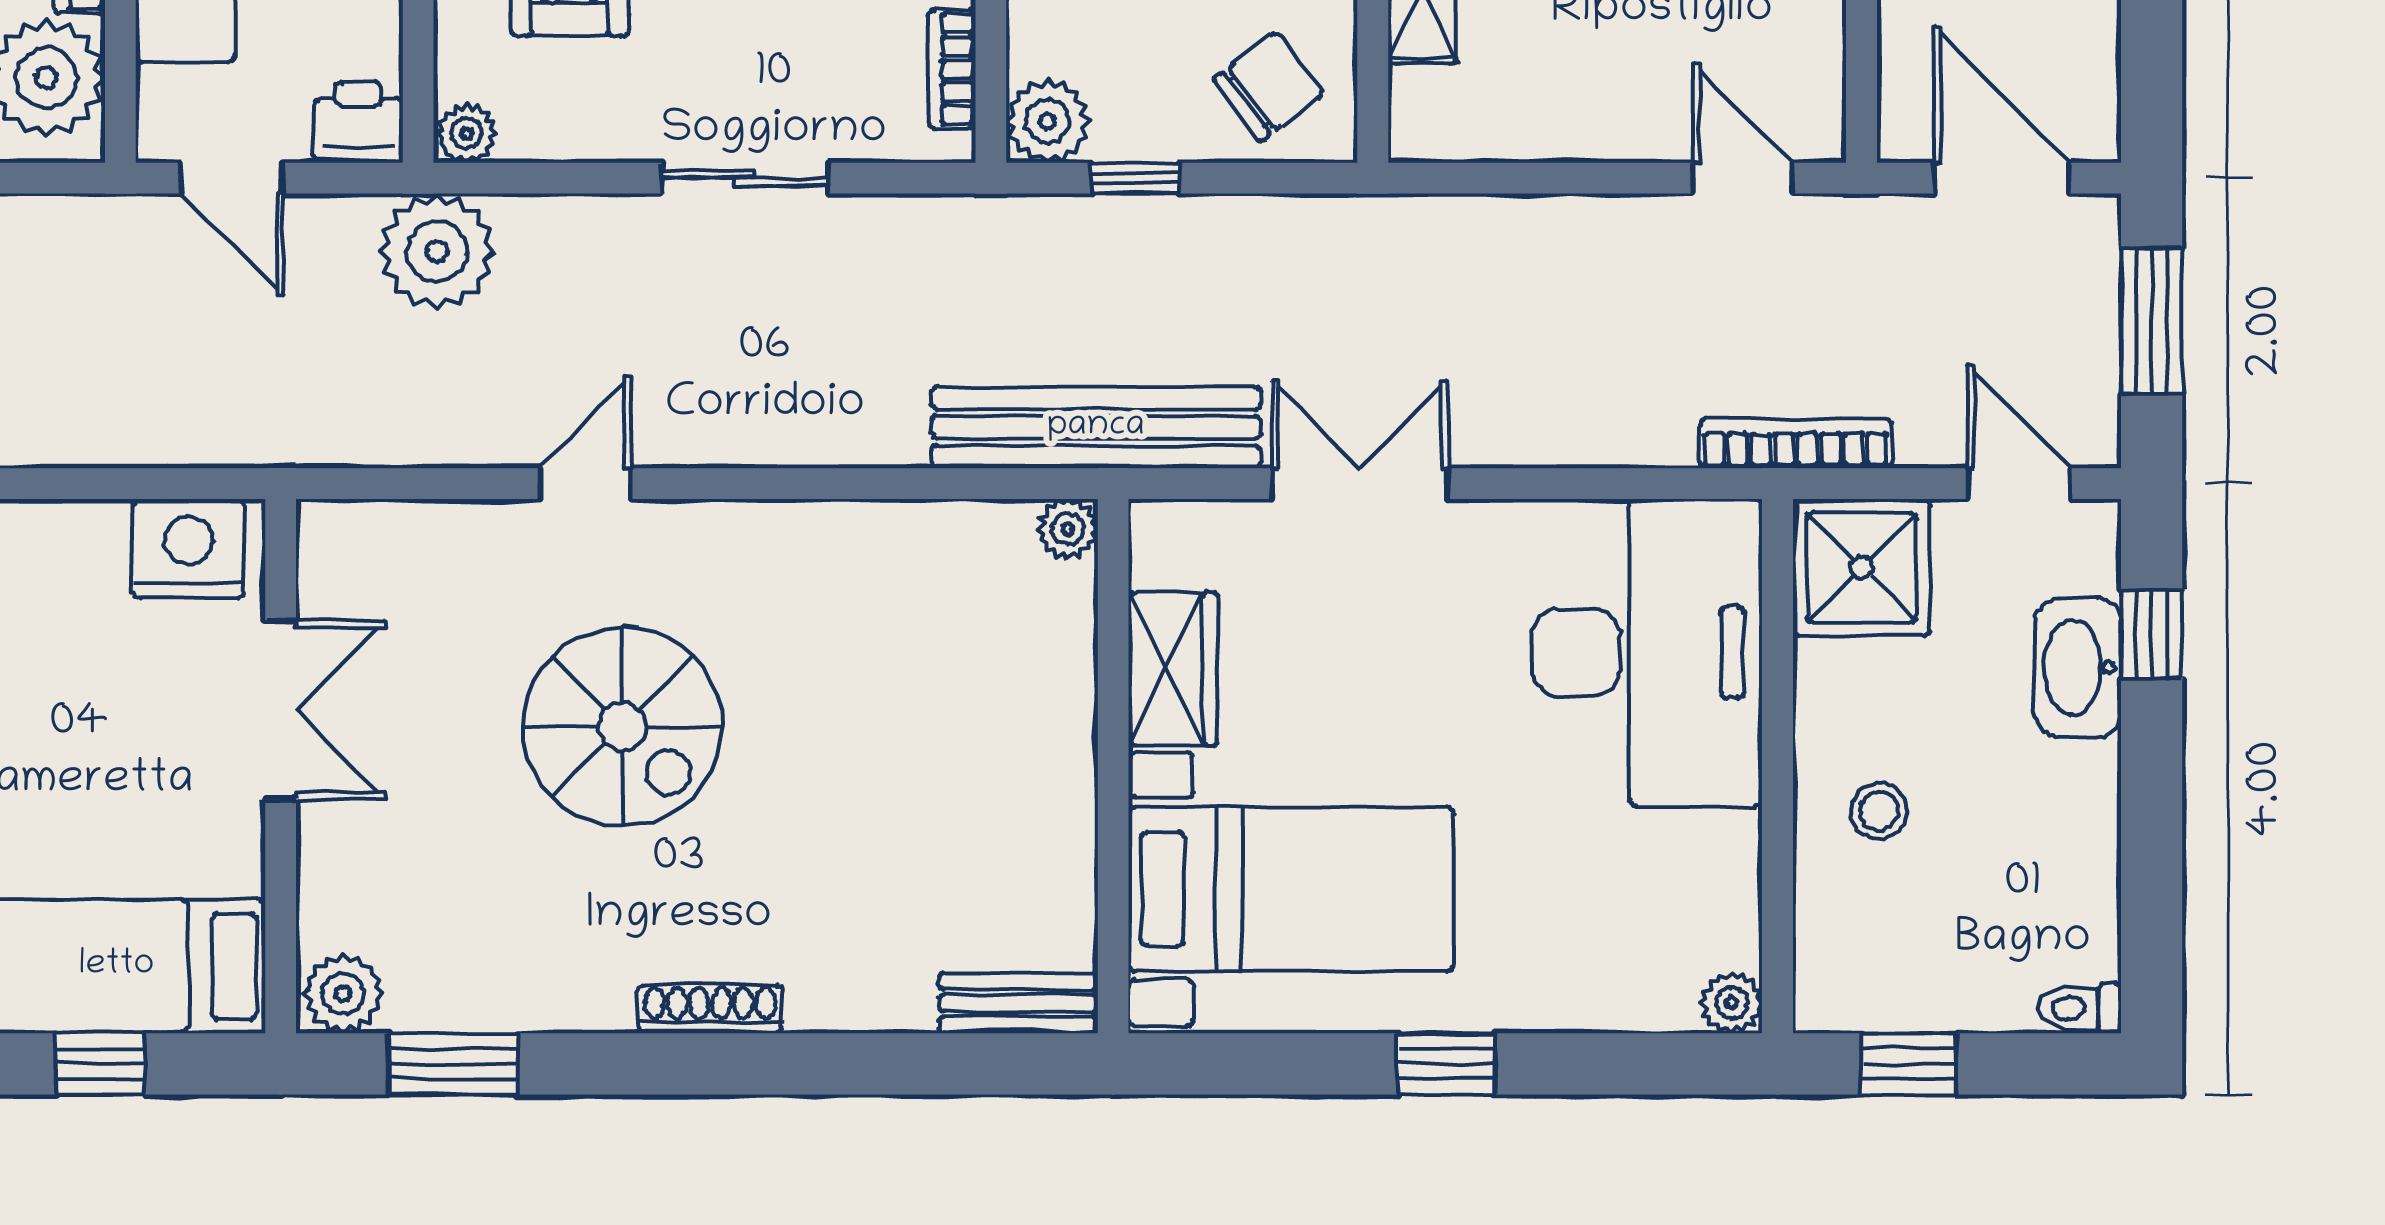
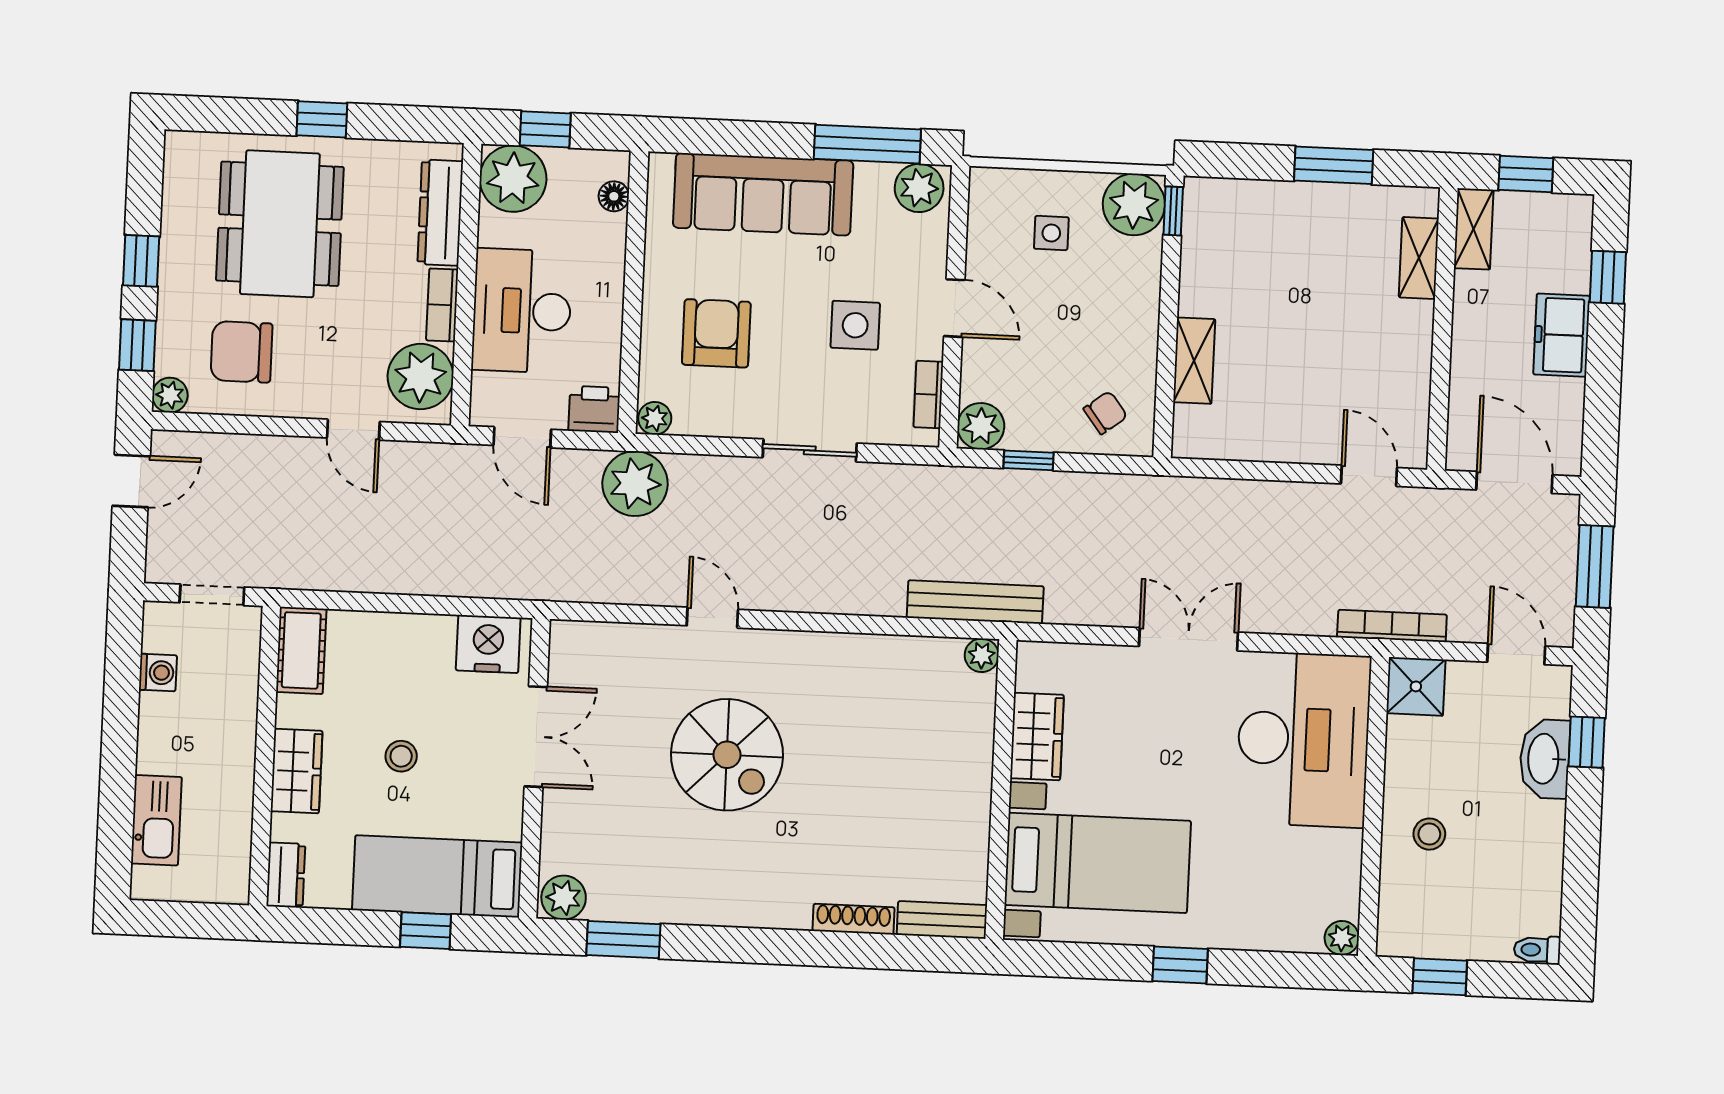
chair: (1268, 87) -> (1105, 413), width x0.73, depth x0.73
bench: (1096, 427) -> (975, 602), width x0.73, depth x0.82
door: (586, 484) -> (712, 618), hinge flipped
double door: (1360, 484) -> (1189, 639), moved
shower: (1861, 568) -> (1416, 686), width x0.73, depth x0.73
stool: (43, 755) -> (401, 756), added
shoe rack: (710, 1009) -> (854, 919), moved

